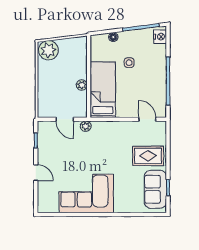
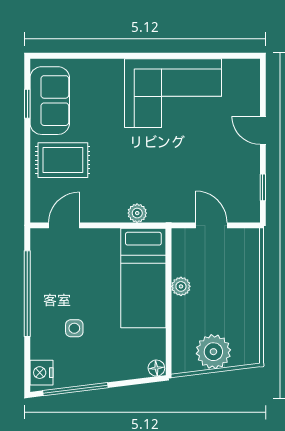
floor lamp: (113, 37) -> (156, 368), moved
plant: (48, 50) -> (213, 352), moved
side table: (129, 63) -> (74, 328), moved
door: (147, 119) -> (64, 225), swing flipped
plant: (86, 126) -> (137, 213), moved

